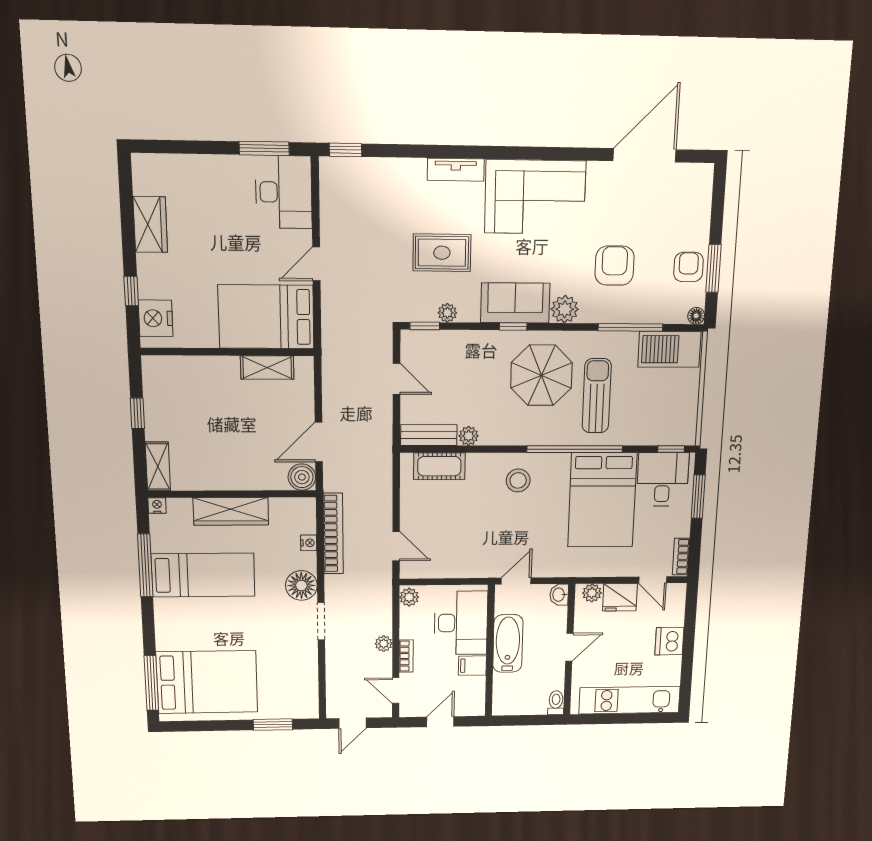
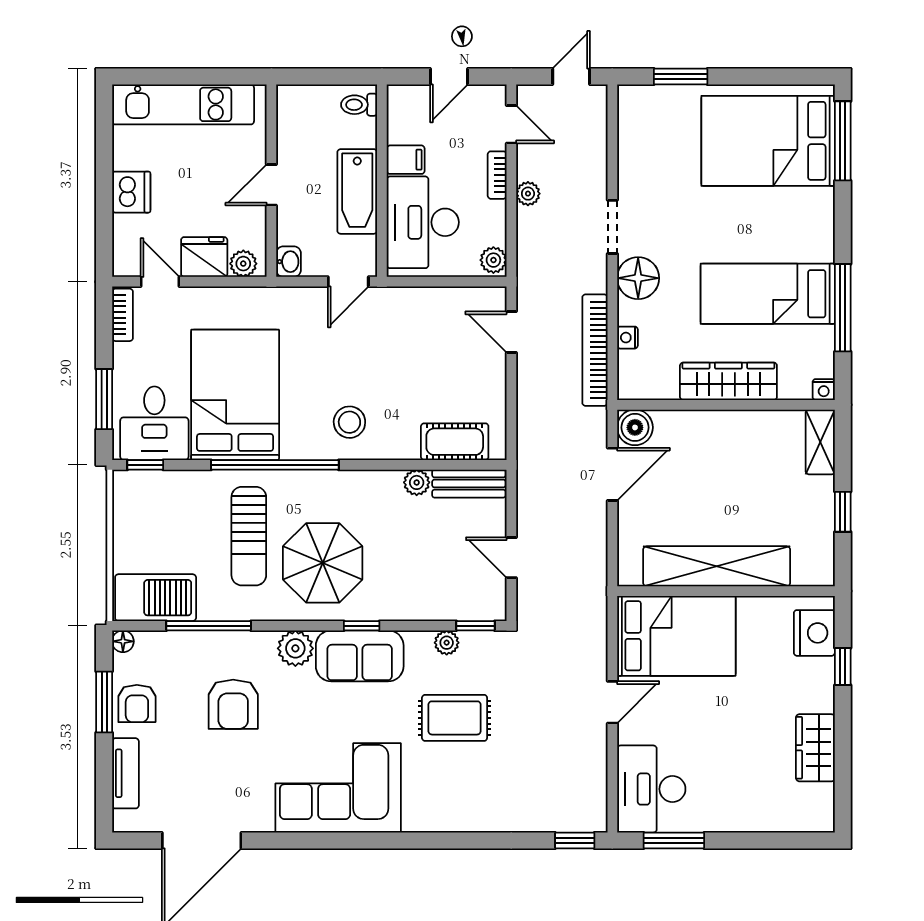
tv unit: (456, 170) -> (125, 773), moved, turned 90
shelving: (267, 368) -> (717, 566), width x2.20, depth x1.33
toilet: (556, 703) -> (359, 105), moved, turned 90

